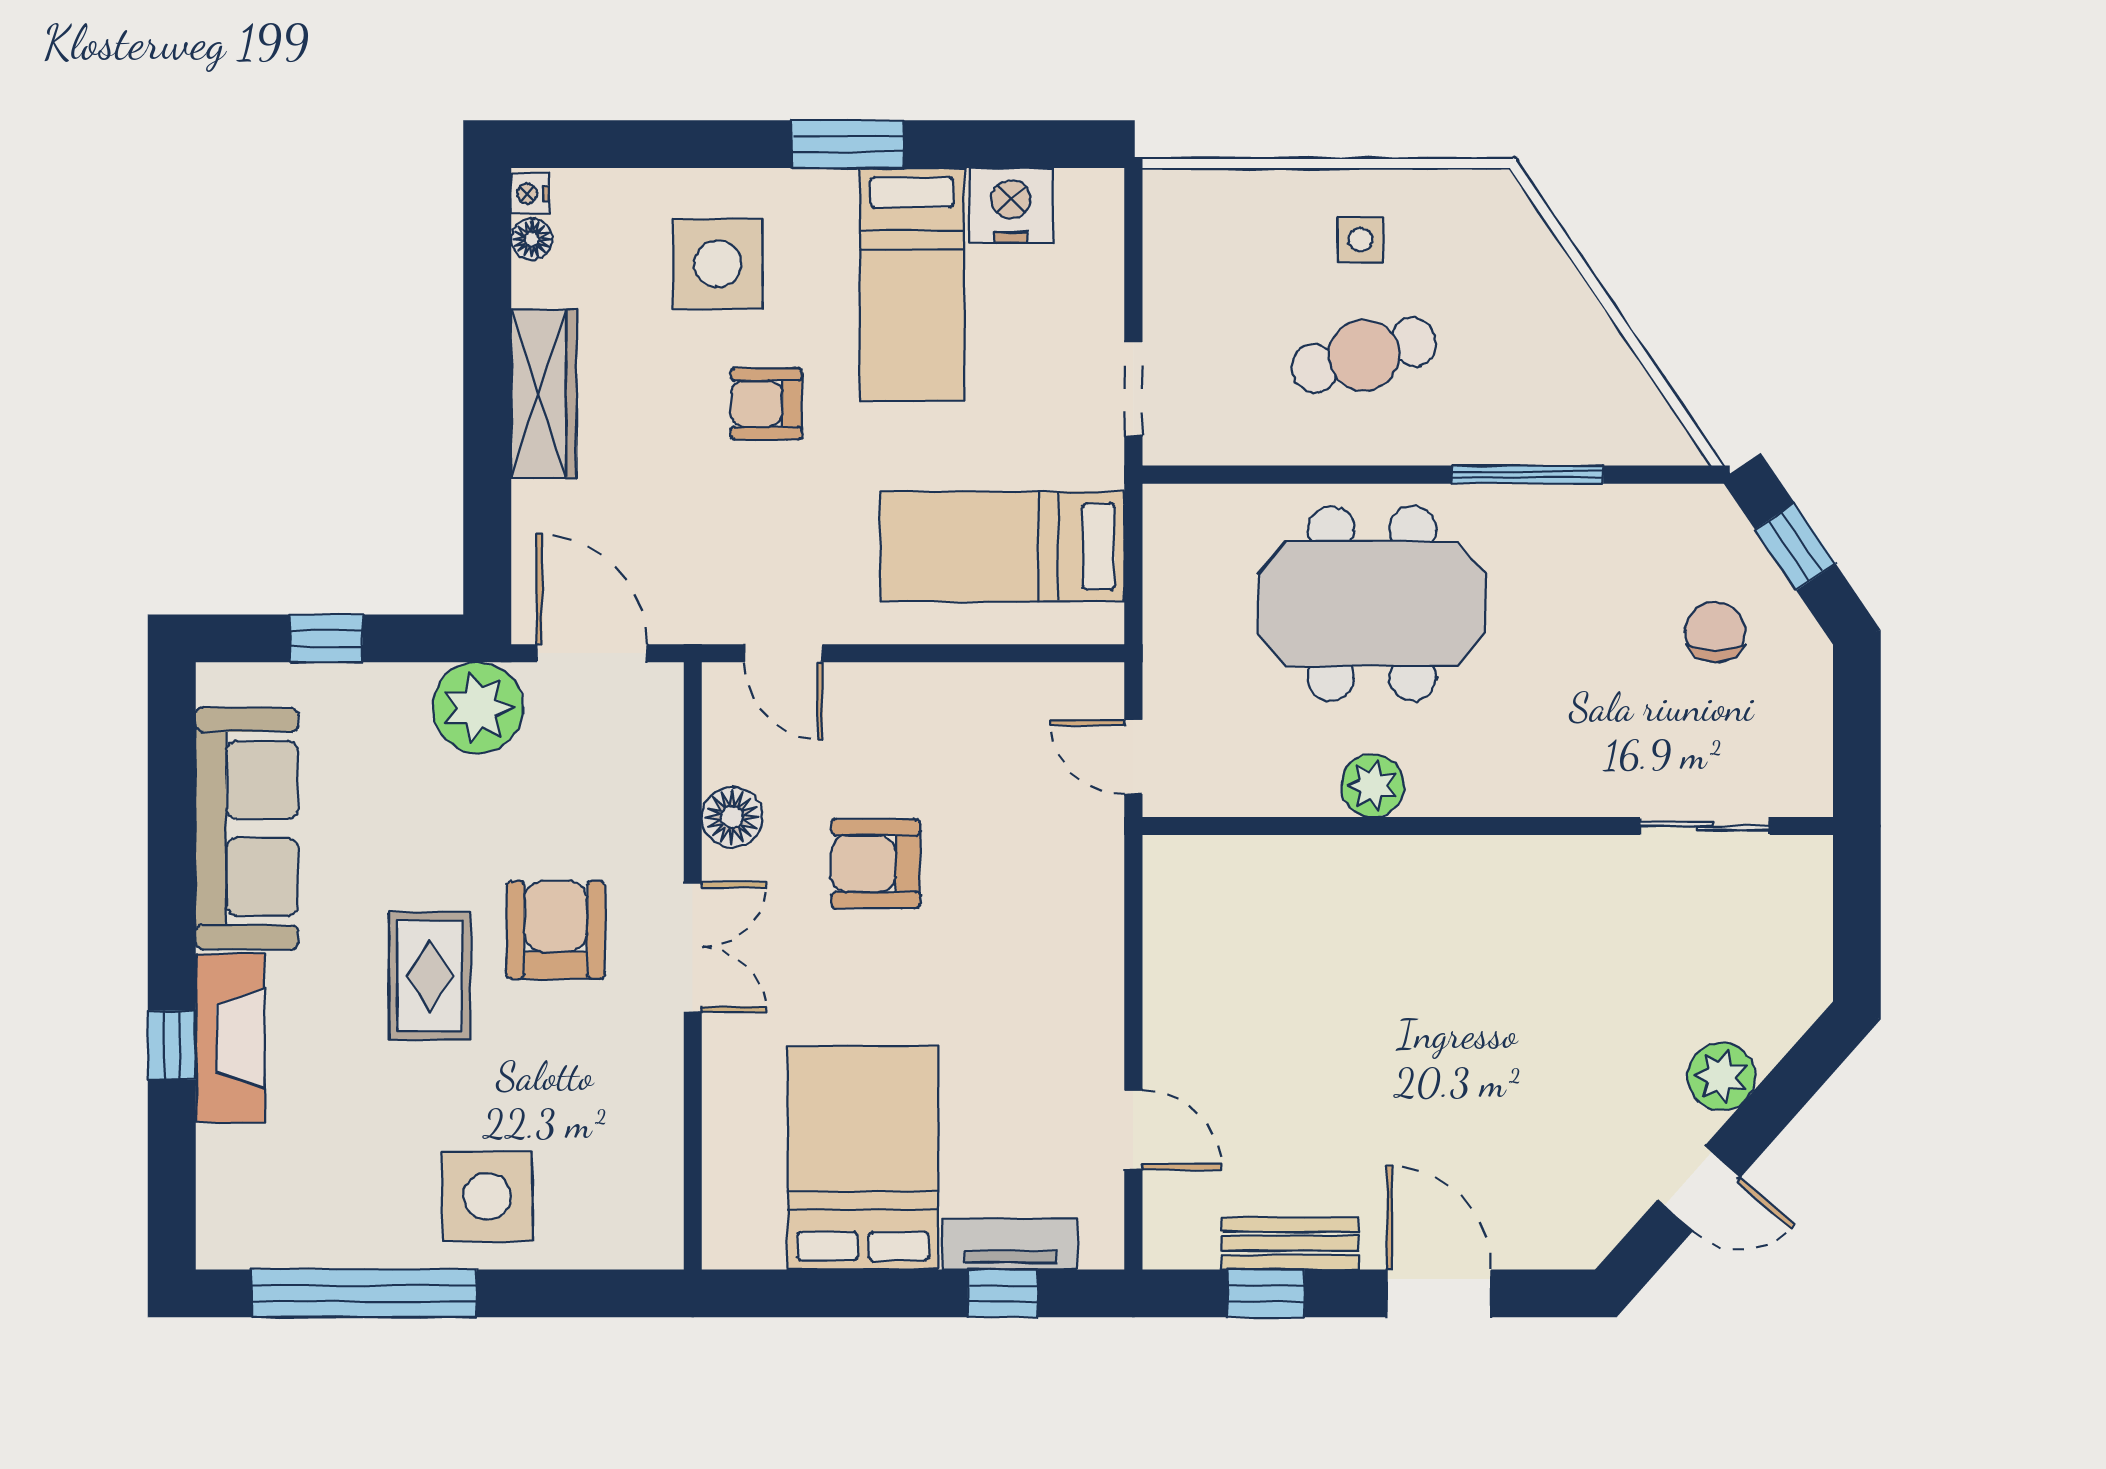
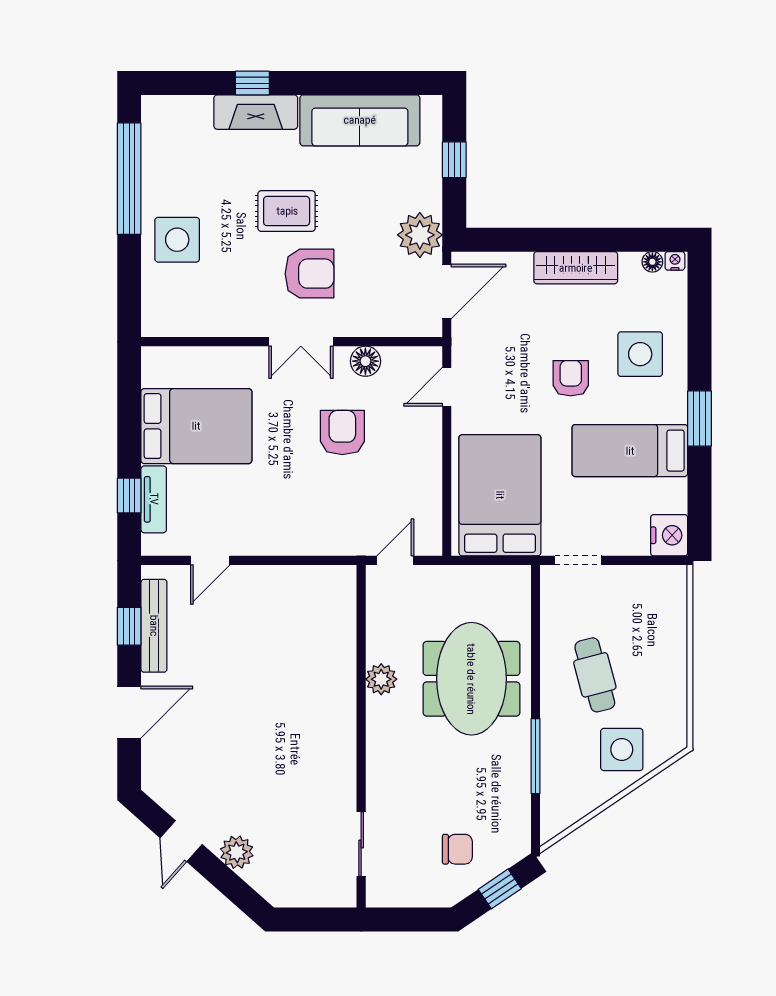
nightstand: (1011, 205) -> (669, 535), moved
side table: (1360, 240) -> (622, 750), moved, width x1.87, depth x1.87
bed: (1002, 546) -> (500, 495), width x1.50
bench: (1290, 1243) -> (154, 626), width x1.36

